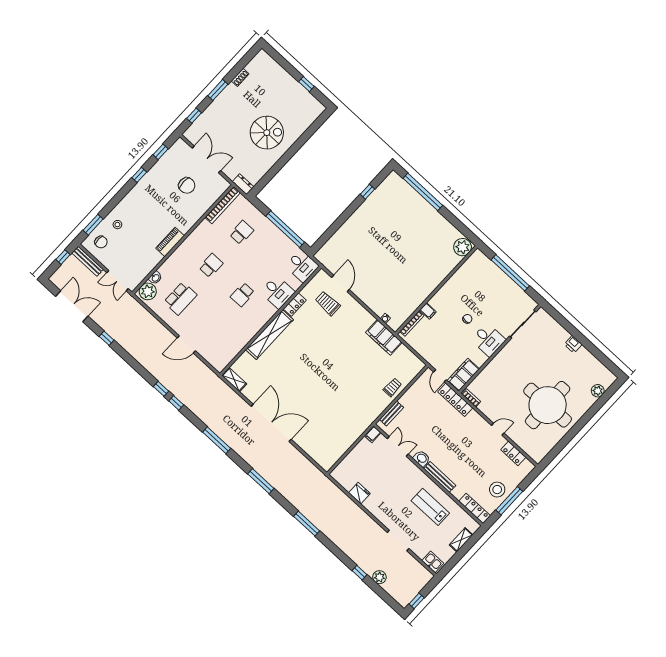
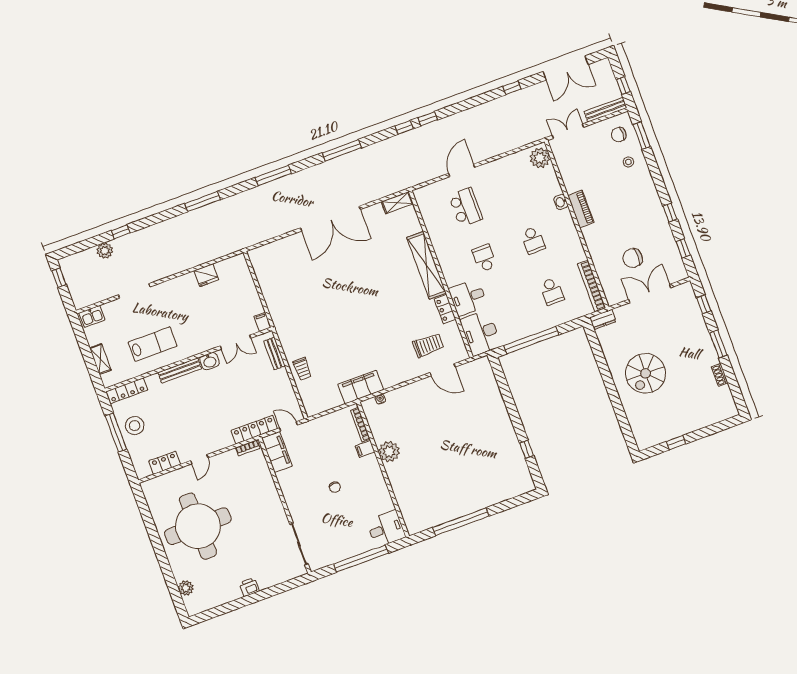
double door: (206, 159) -> (650, 293), swing flipped
window: (423, 192) -> (461, 522), moved
plant: (463, 247) -> (389, 452), moved
desk: (302, 266) -> (481, 333), width x1.37
washbasin: (155, 278) -> (561, 202), moved
school desk: (180, 298) -> (466, 207), moved, turned 180
desk: (488, 340) -> (386, 529), moved, turned 180

